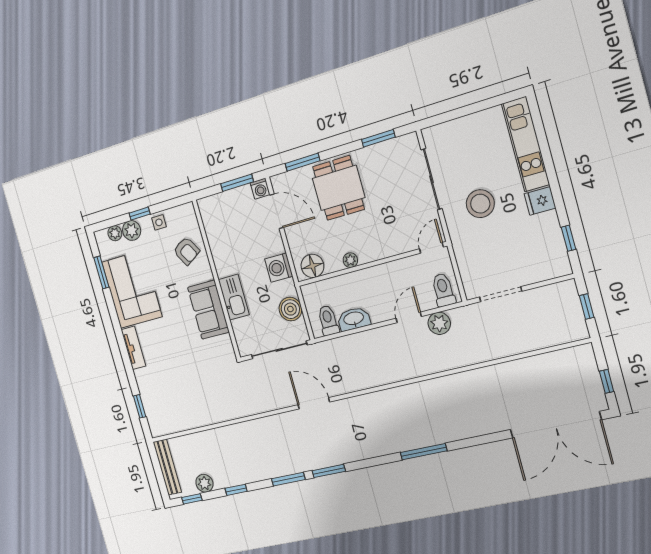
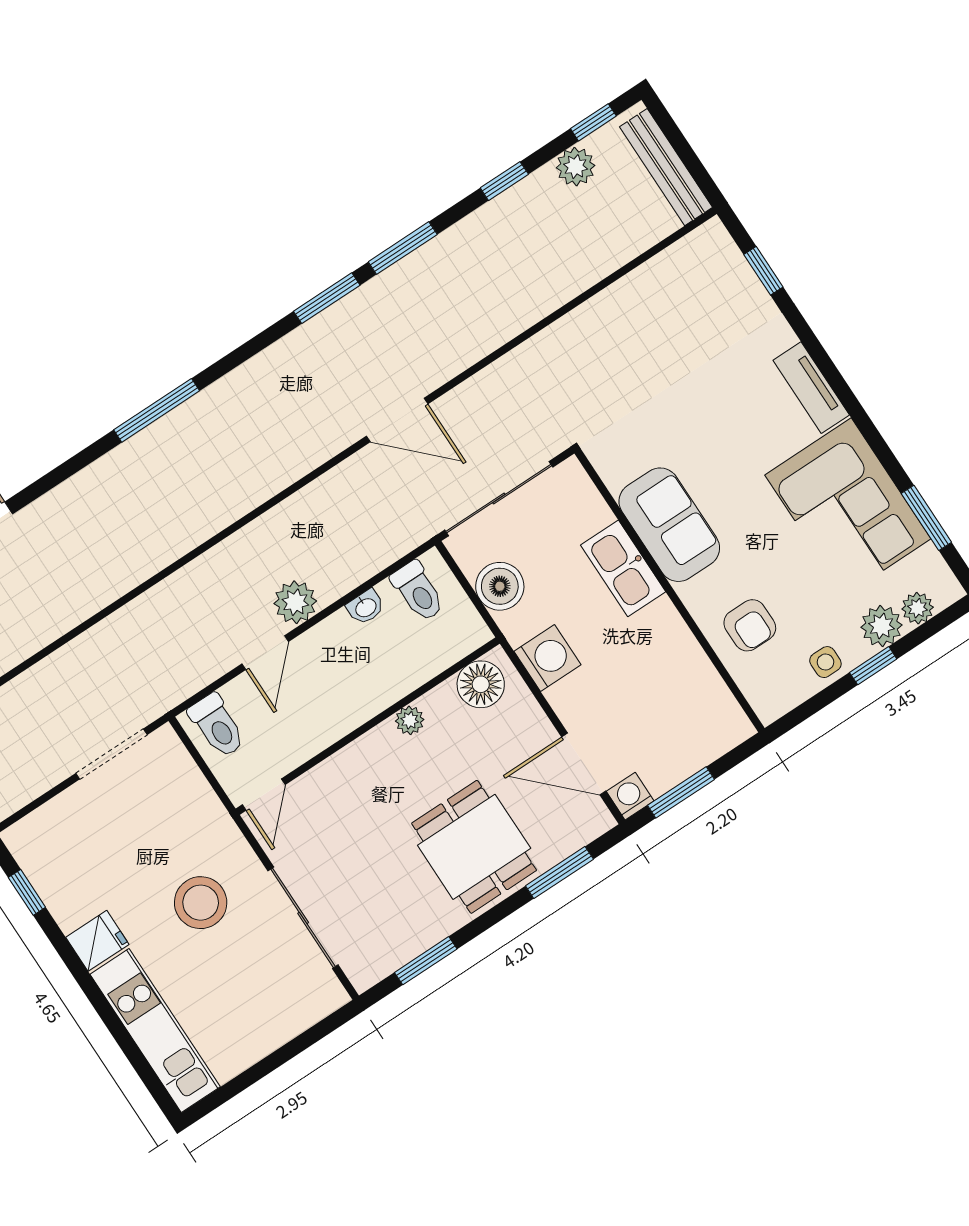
armchair: (186, 251) -> (750, 625), turned -149
washbasin: (354, 319) -> (366, 607), width x0.52, depth x0.69
plant: (439, 323) -> (295, 602), moved

